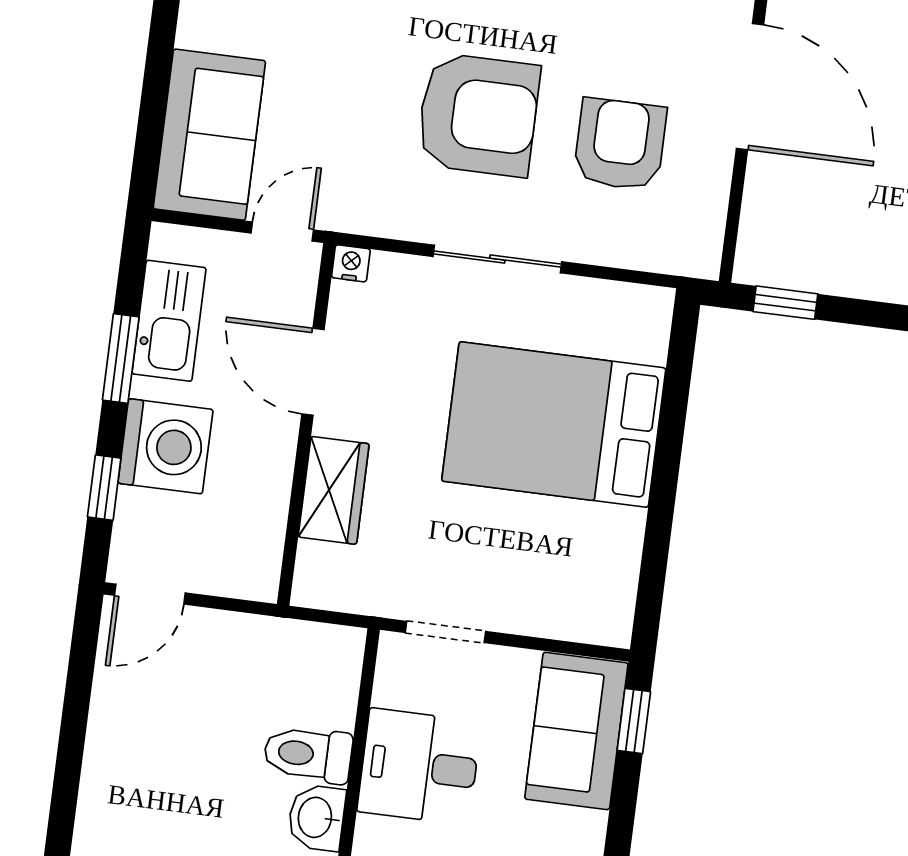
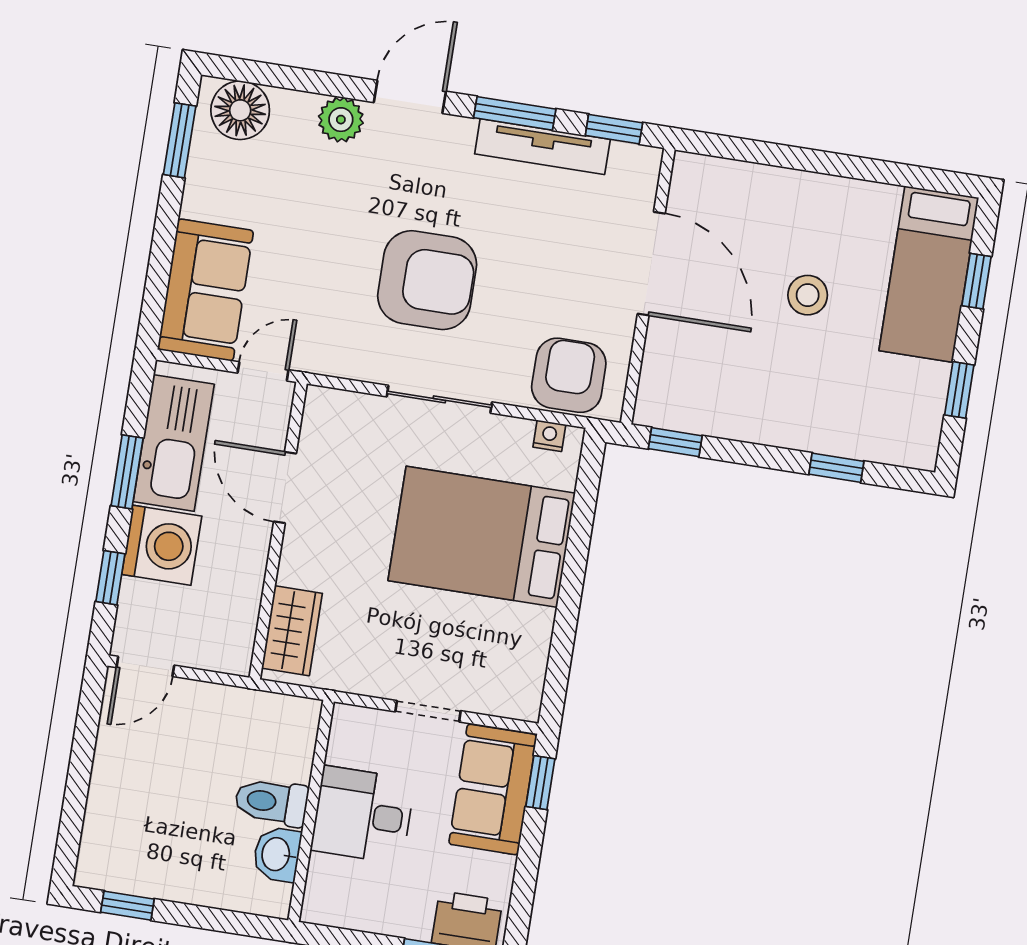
armchair: (620, 144) -> (569, 375), moved
nightstand: (351, 263) -> (549, 436), moved
kitchen sink: (169, 321) -> (174, 443), width x1.36, depth x1.24
wardrobe: (334, 490) -> (292, 631), moved
doorway: (445, 632) -> (428, 711), moved

